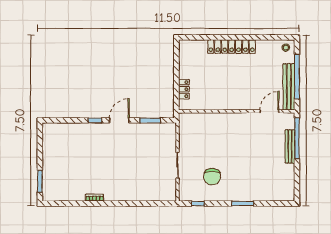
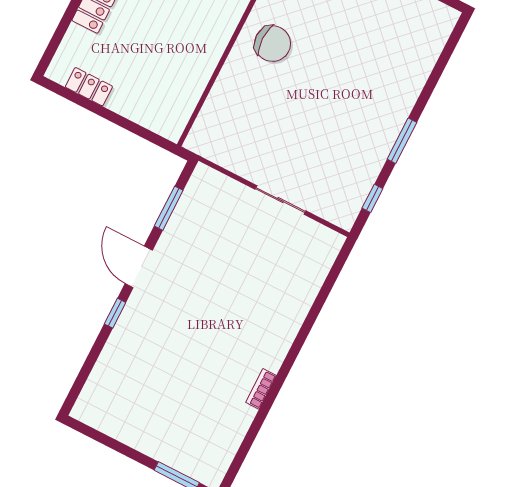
locker: (184, 89) -> (89, 87), moved
chair: (212, 177) -> (273, 44), moved
window: (243, 203) -> (402, 141), moved

